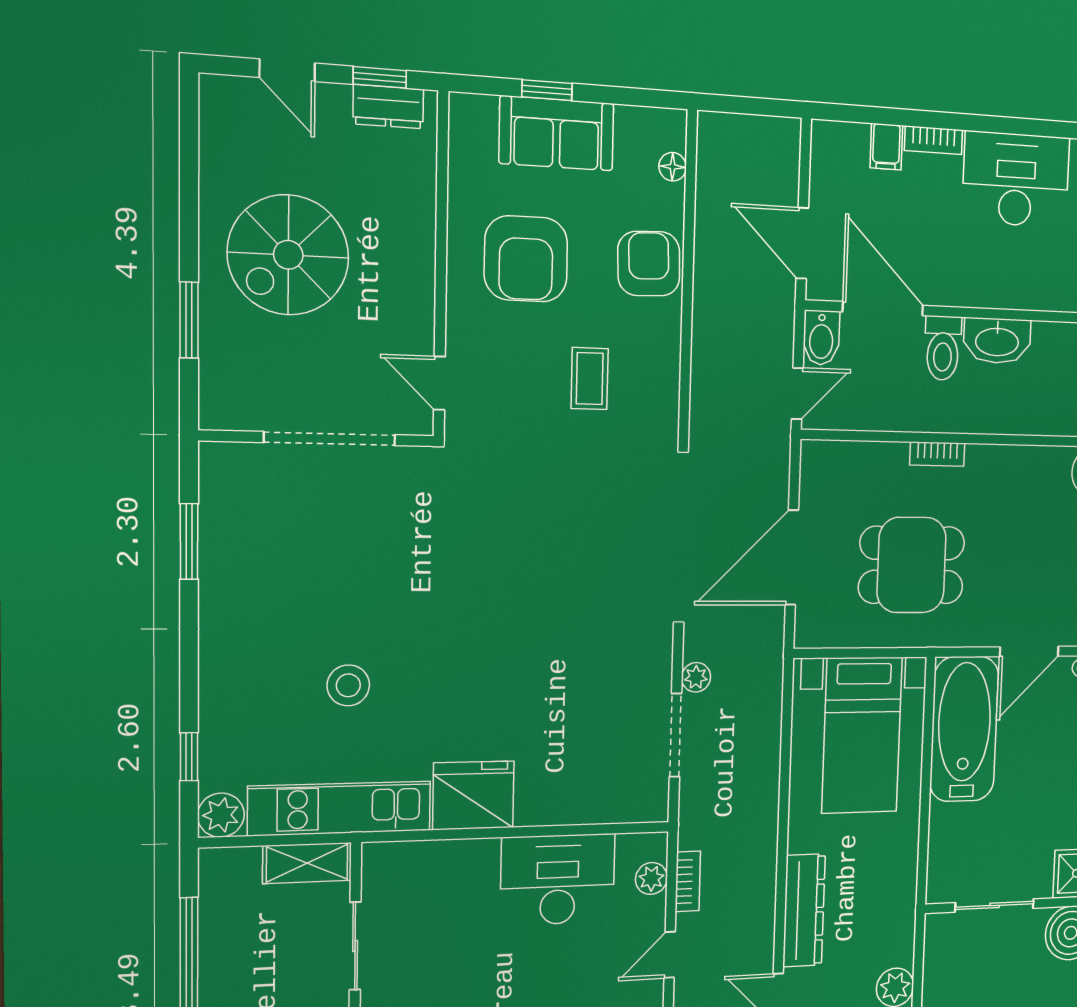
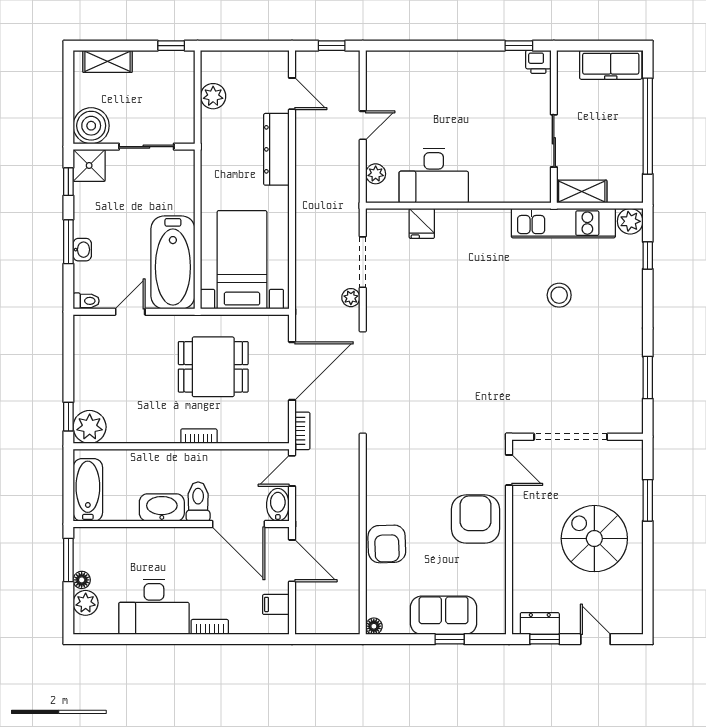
filing cabinet: (886, 147) -> (276, 604), moved, turned -90
floor lamp: (673, 167) -> (374, 626), moved
spiral stairs: (288, 255) -> (594, 539), turned -90
armchair: (526, 259) -> (475, 519), moved
coffee table: (590, 378) -> (421, 476), removed
door: (1029, 652) -> (130, 312), width x0.73
fridge: (473, 795) -> (422, 223), moved, width x0.53, depth x0.75
bookcase: (688, 881) -> (302, 431), moved, turned 180

